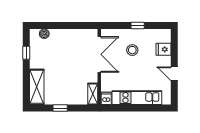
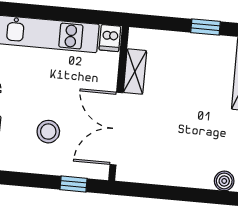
window: (138, 26) -> (73, 184), moved
shelving: (93, 94) -> (135, 72), moved

